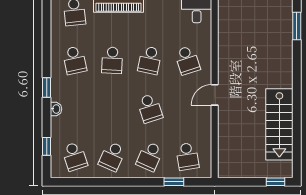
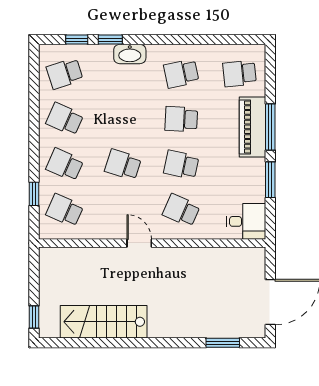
school desk: (187, 60) -> (181, 210), turned 42
window: (47, 88) -> (110, 40), moved
school desk: (150, 108) -> (123, 165), turned 36
washbasin: (56, 109) -> (130, 54), width x1.91, depth x1.45
school desk: (187, 156) -> (65, 210), turned 33

